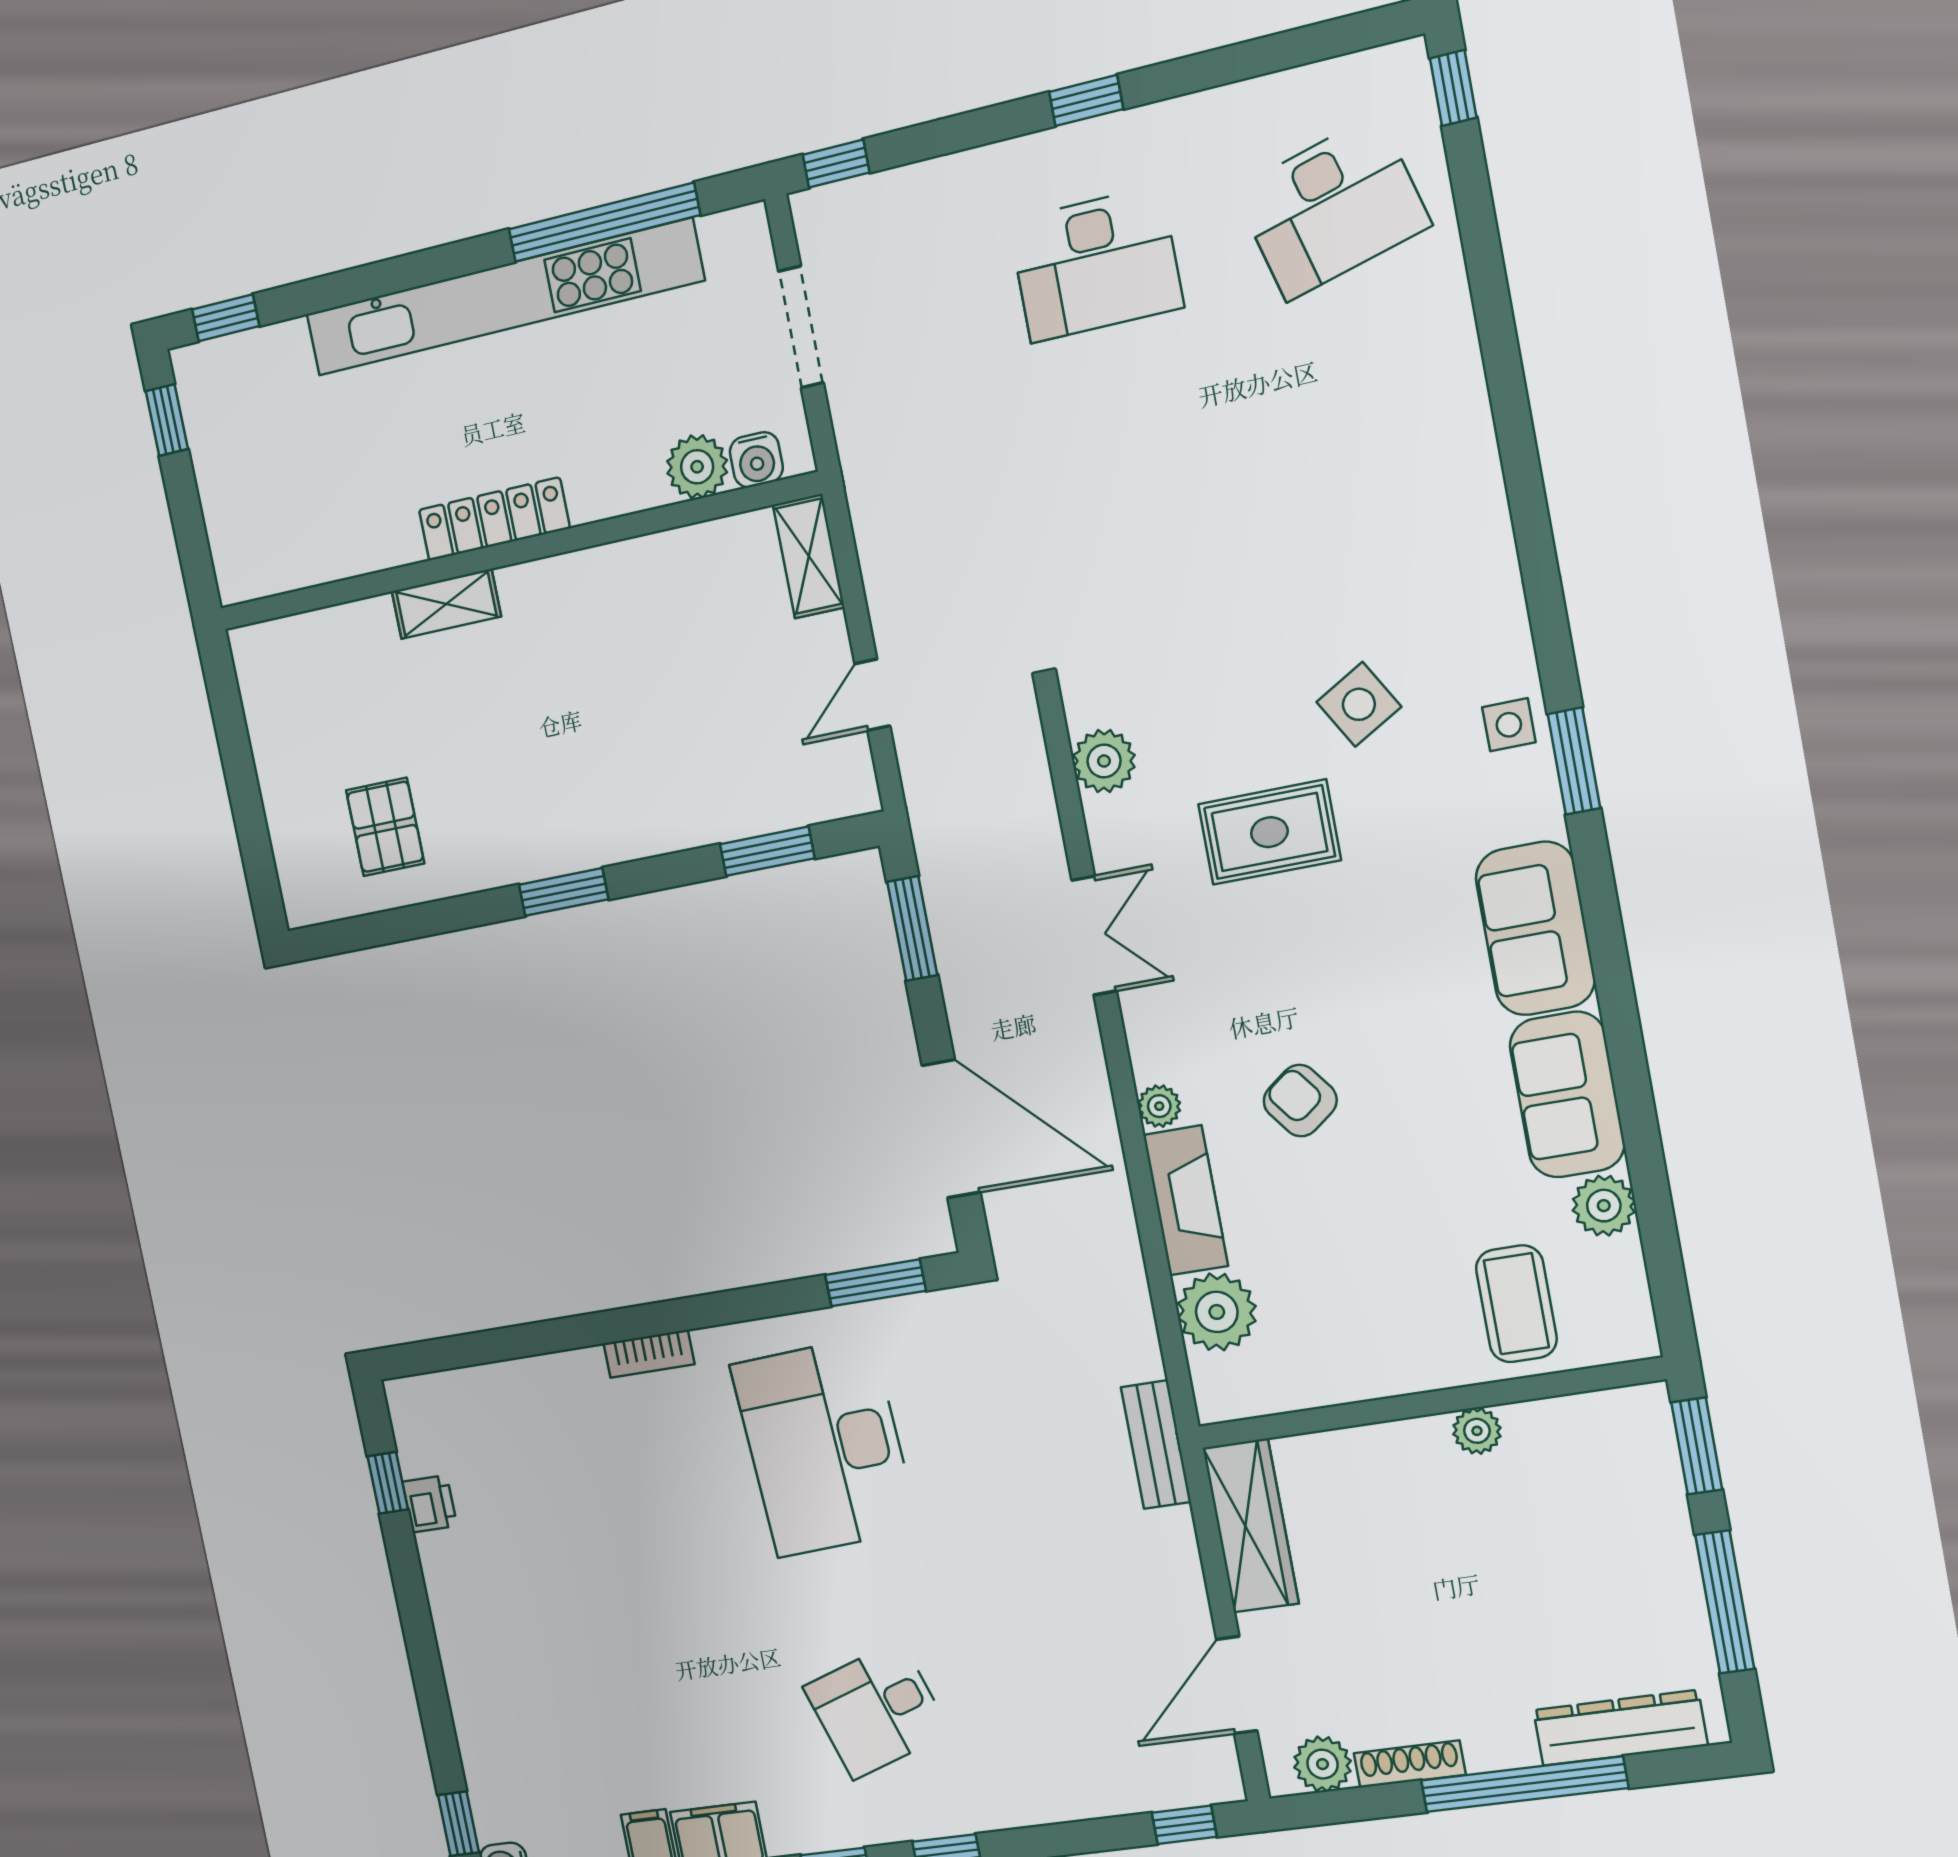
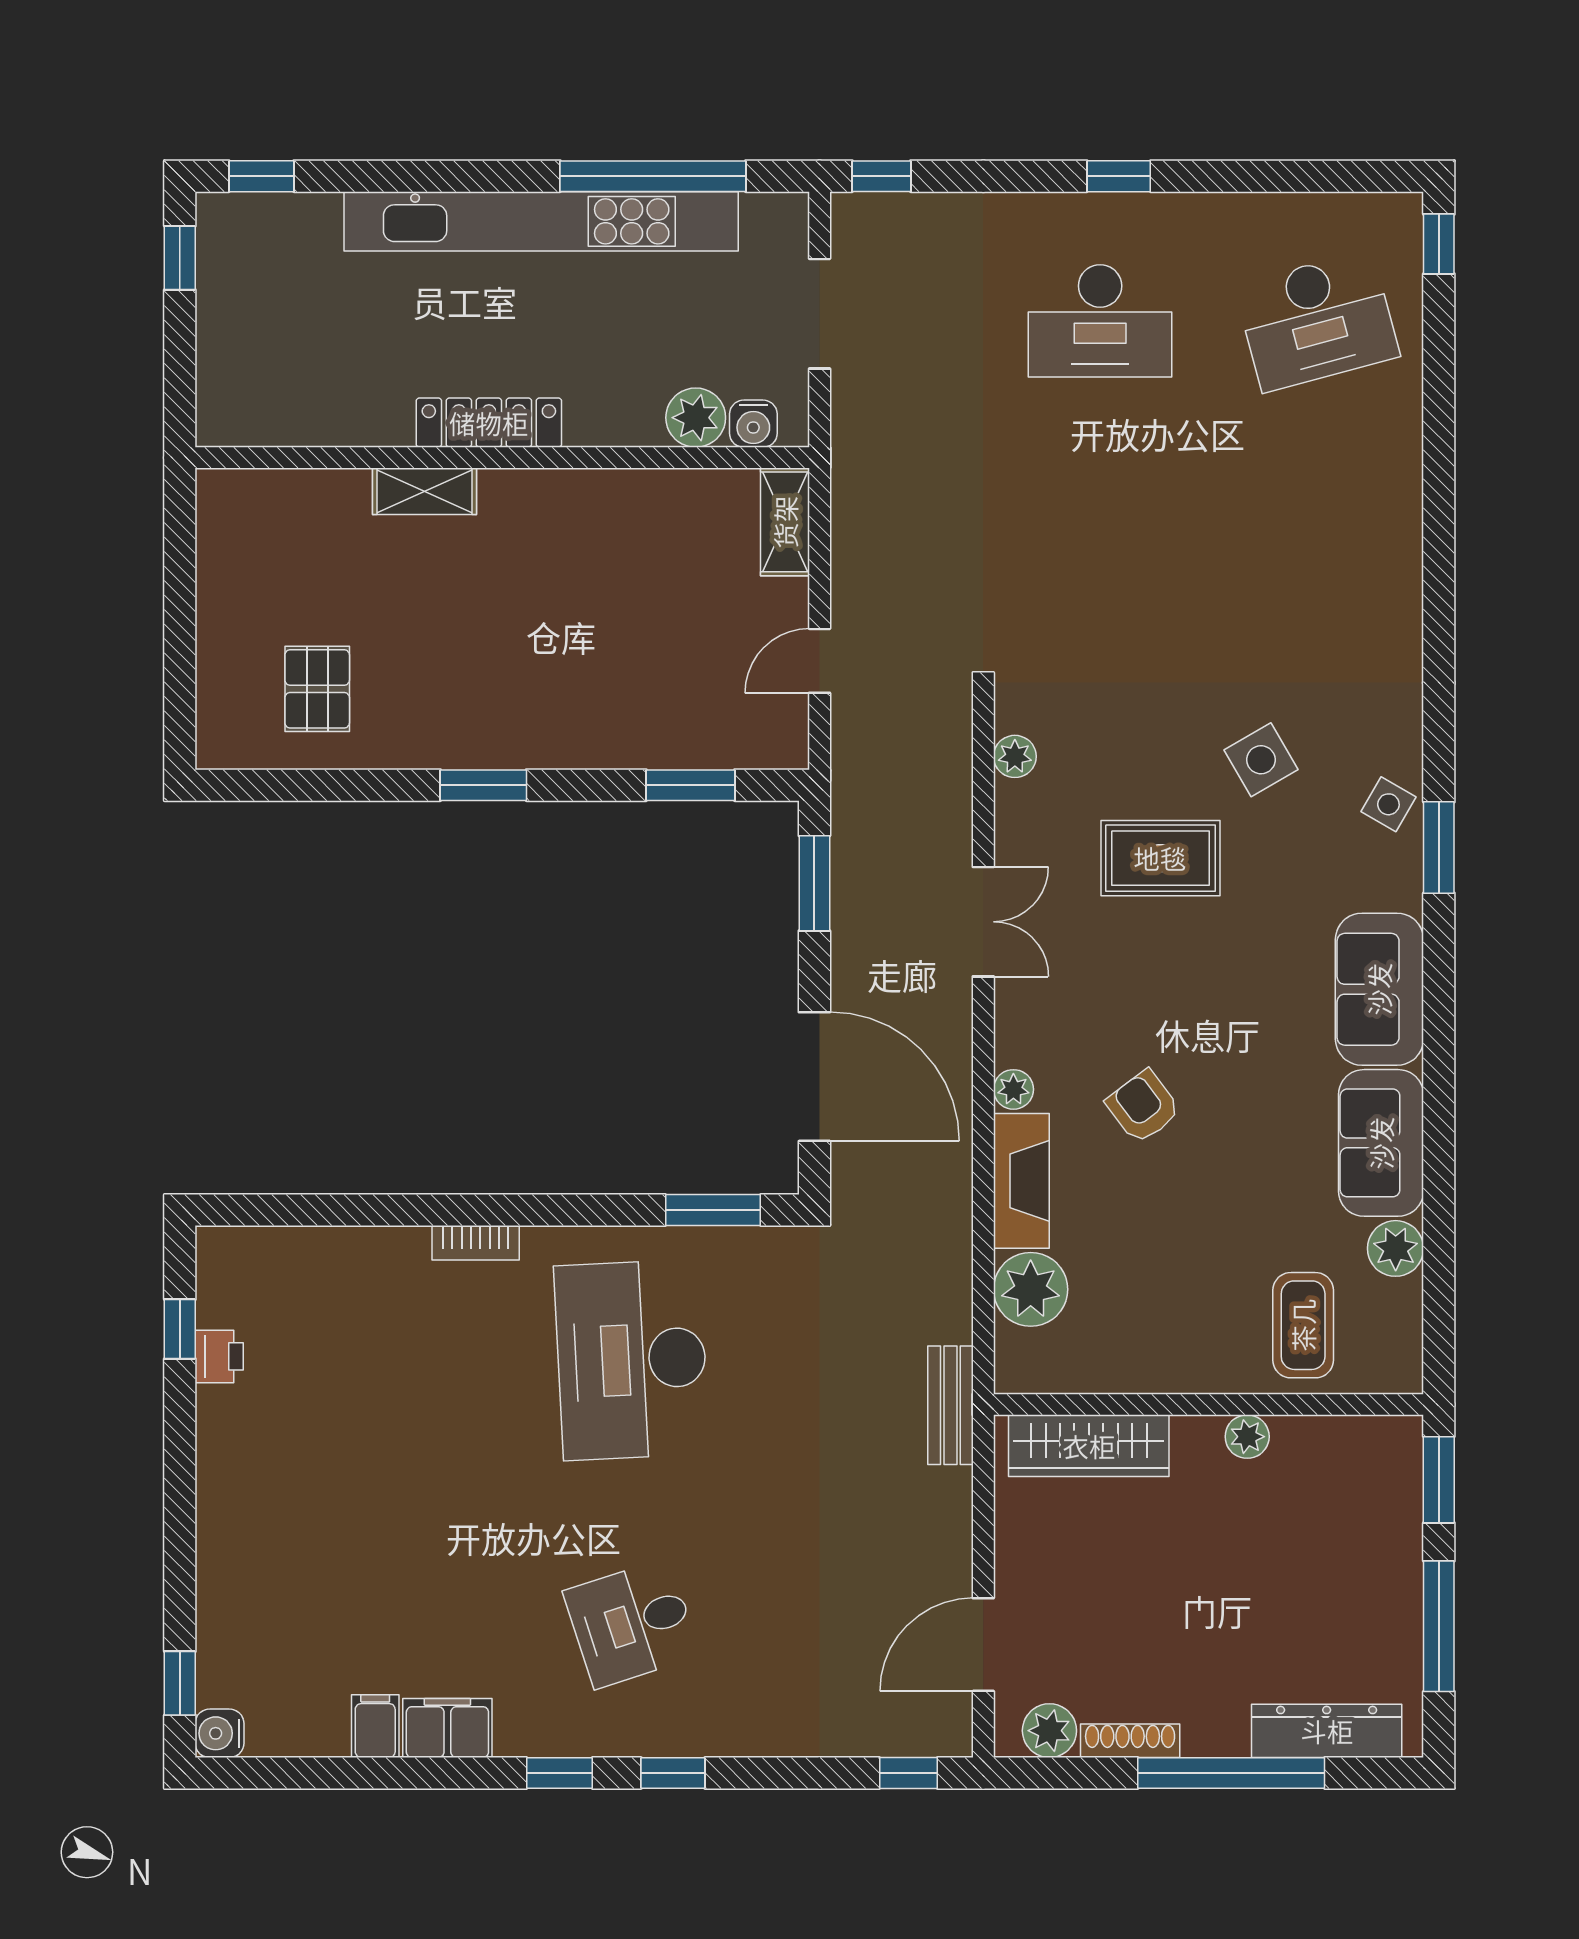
side table: (1509, 725) -> (1388, 804), turned 30
plant: (1104, 761) -> (1015, 756), width x0.73, depth x0.73
wardrobe: (1251, 1526) -> (1089, 1446), moved, turned 90

